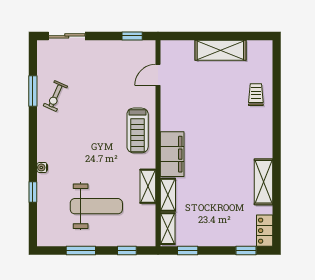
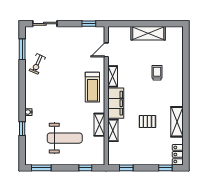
window: (33, 91) -> (22, 49), moved
trolley: (256, 95) -> (157, 73), moved
pallet: (219, 181) -> (147, 121), added
shelving: (168, 229) -> (113, 76), moved
window: (81, 251) -> (41, 168), moved

